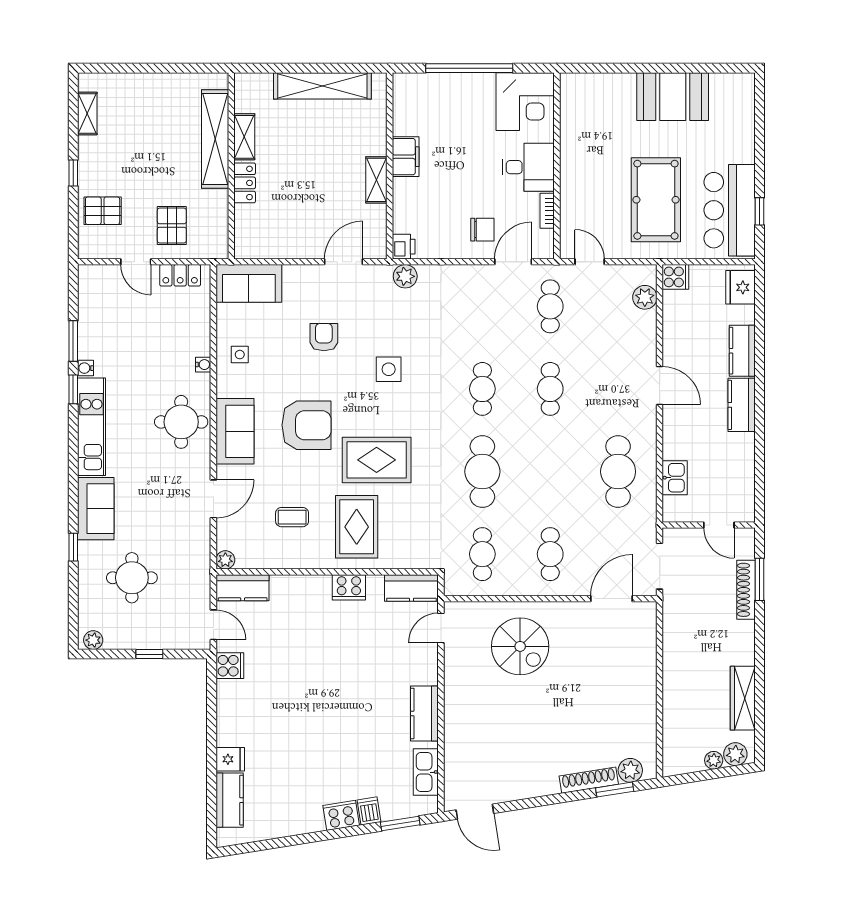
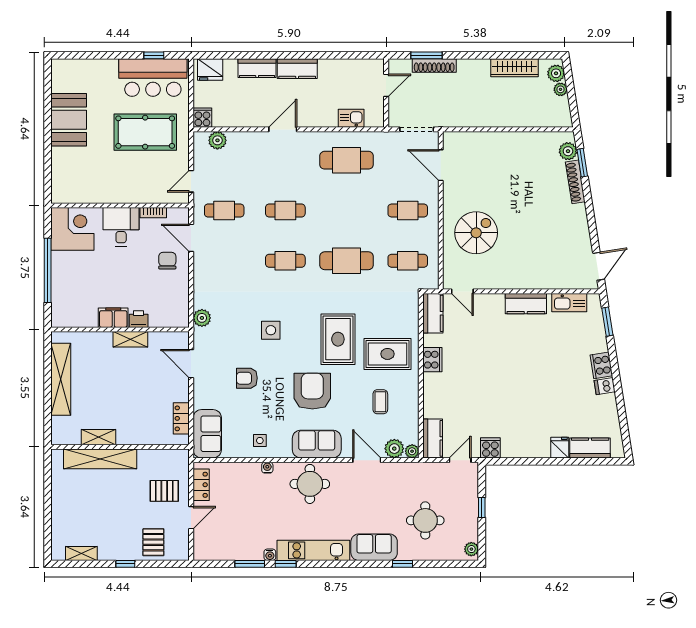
locker: (245, 183) -> (181, 418), moved, turned -90
printer: (404, 247) -> (139, 319), moved
plant: (229, 536) -> (394, 449), added
dishwasher: (369, 811) -> (605, 386), moved

